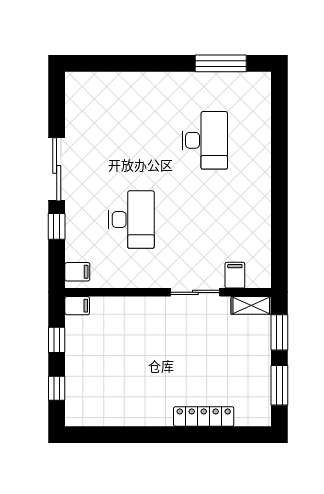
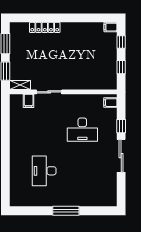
window: (221, 63) -> (66, 211), moved
desk: (131, 220) -> (82, 130), turned -90
filing cabinet: (77, 306) -> (110, 27), moved

